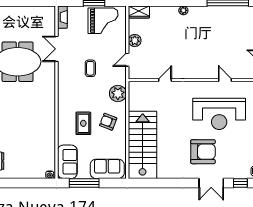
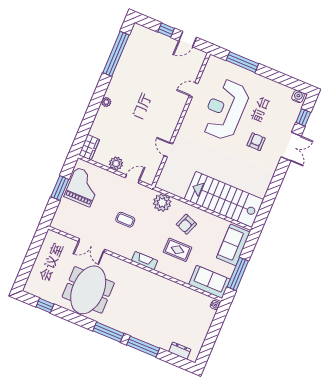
fireplace: (62, 17) -> (145, 261), moved
door: (127, 60) -> (132, 179), swing flipped
reception desk: (219, 114) -> (225, 110), turned 180
armchair: (203, 152) -> (256, 142), width x0.53, depth x0.53

